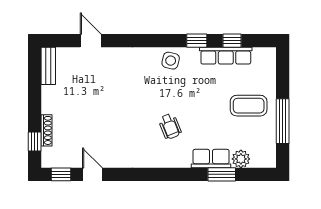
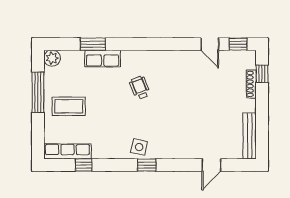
door: (91, 41) -> (211, 165), hinge flipped
window: (197, 41) -> (147, 165), moved
row of seats: (226, 56) -> (67, 151), moved
bench: (48, 66) -> (250, 136), width x1.36
plant: (241, 159) -> (52, 58), moved

